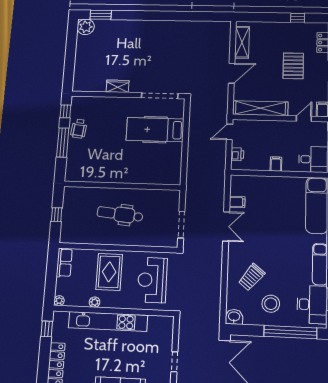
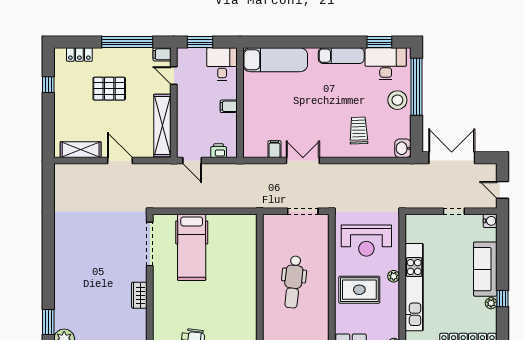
trolley: (252, 277) -> (359, 130), turned -131
plant: (95, 302) -> (394, 276), moved
stool: (271, 304) -> (397, 100), moved

